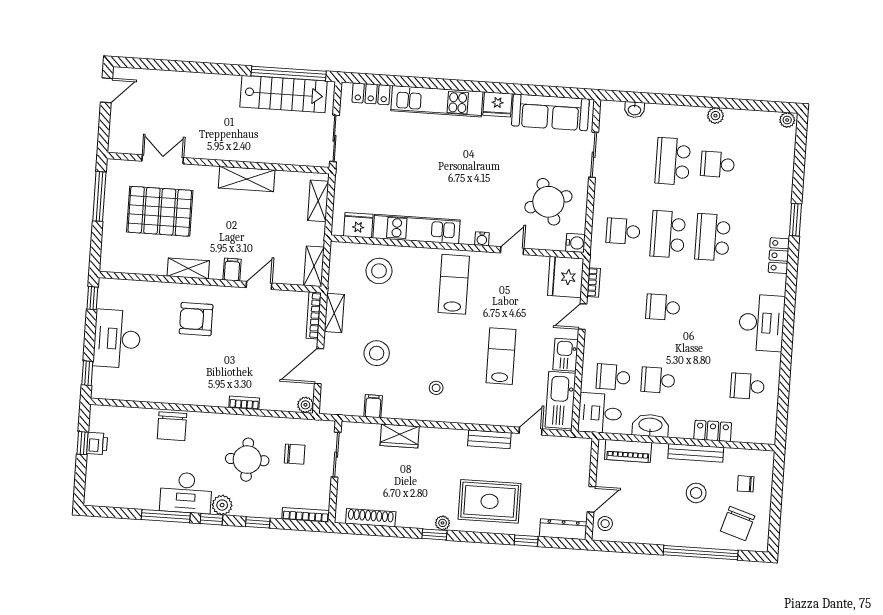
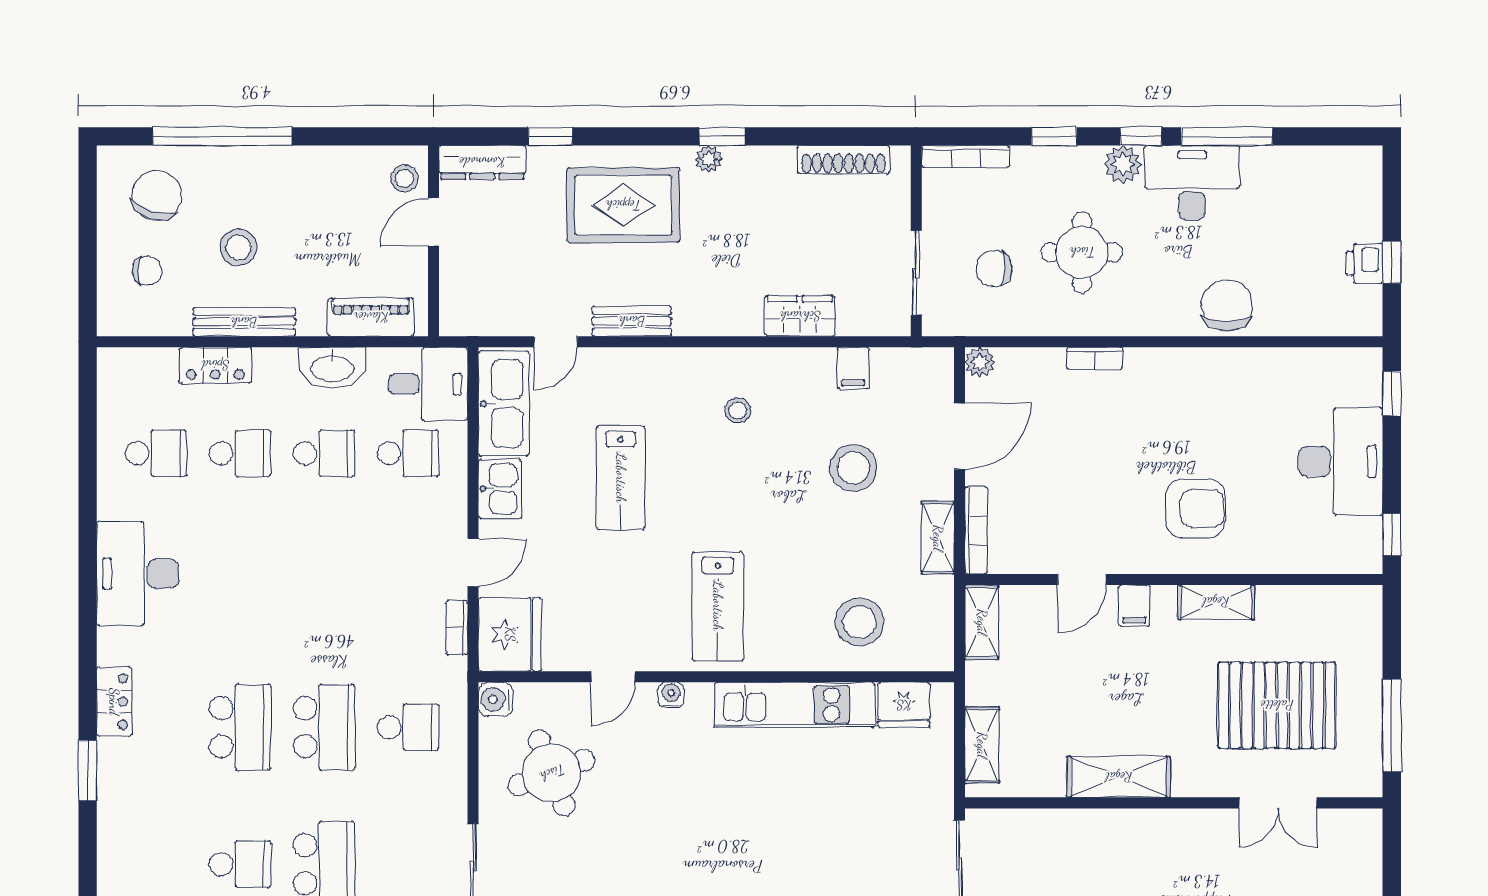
school desk: (663, 307) -> (240, 453), moved

